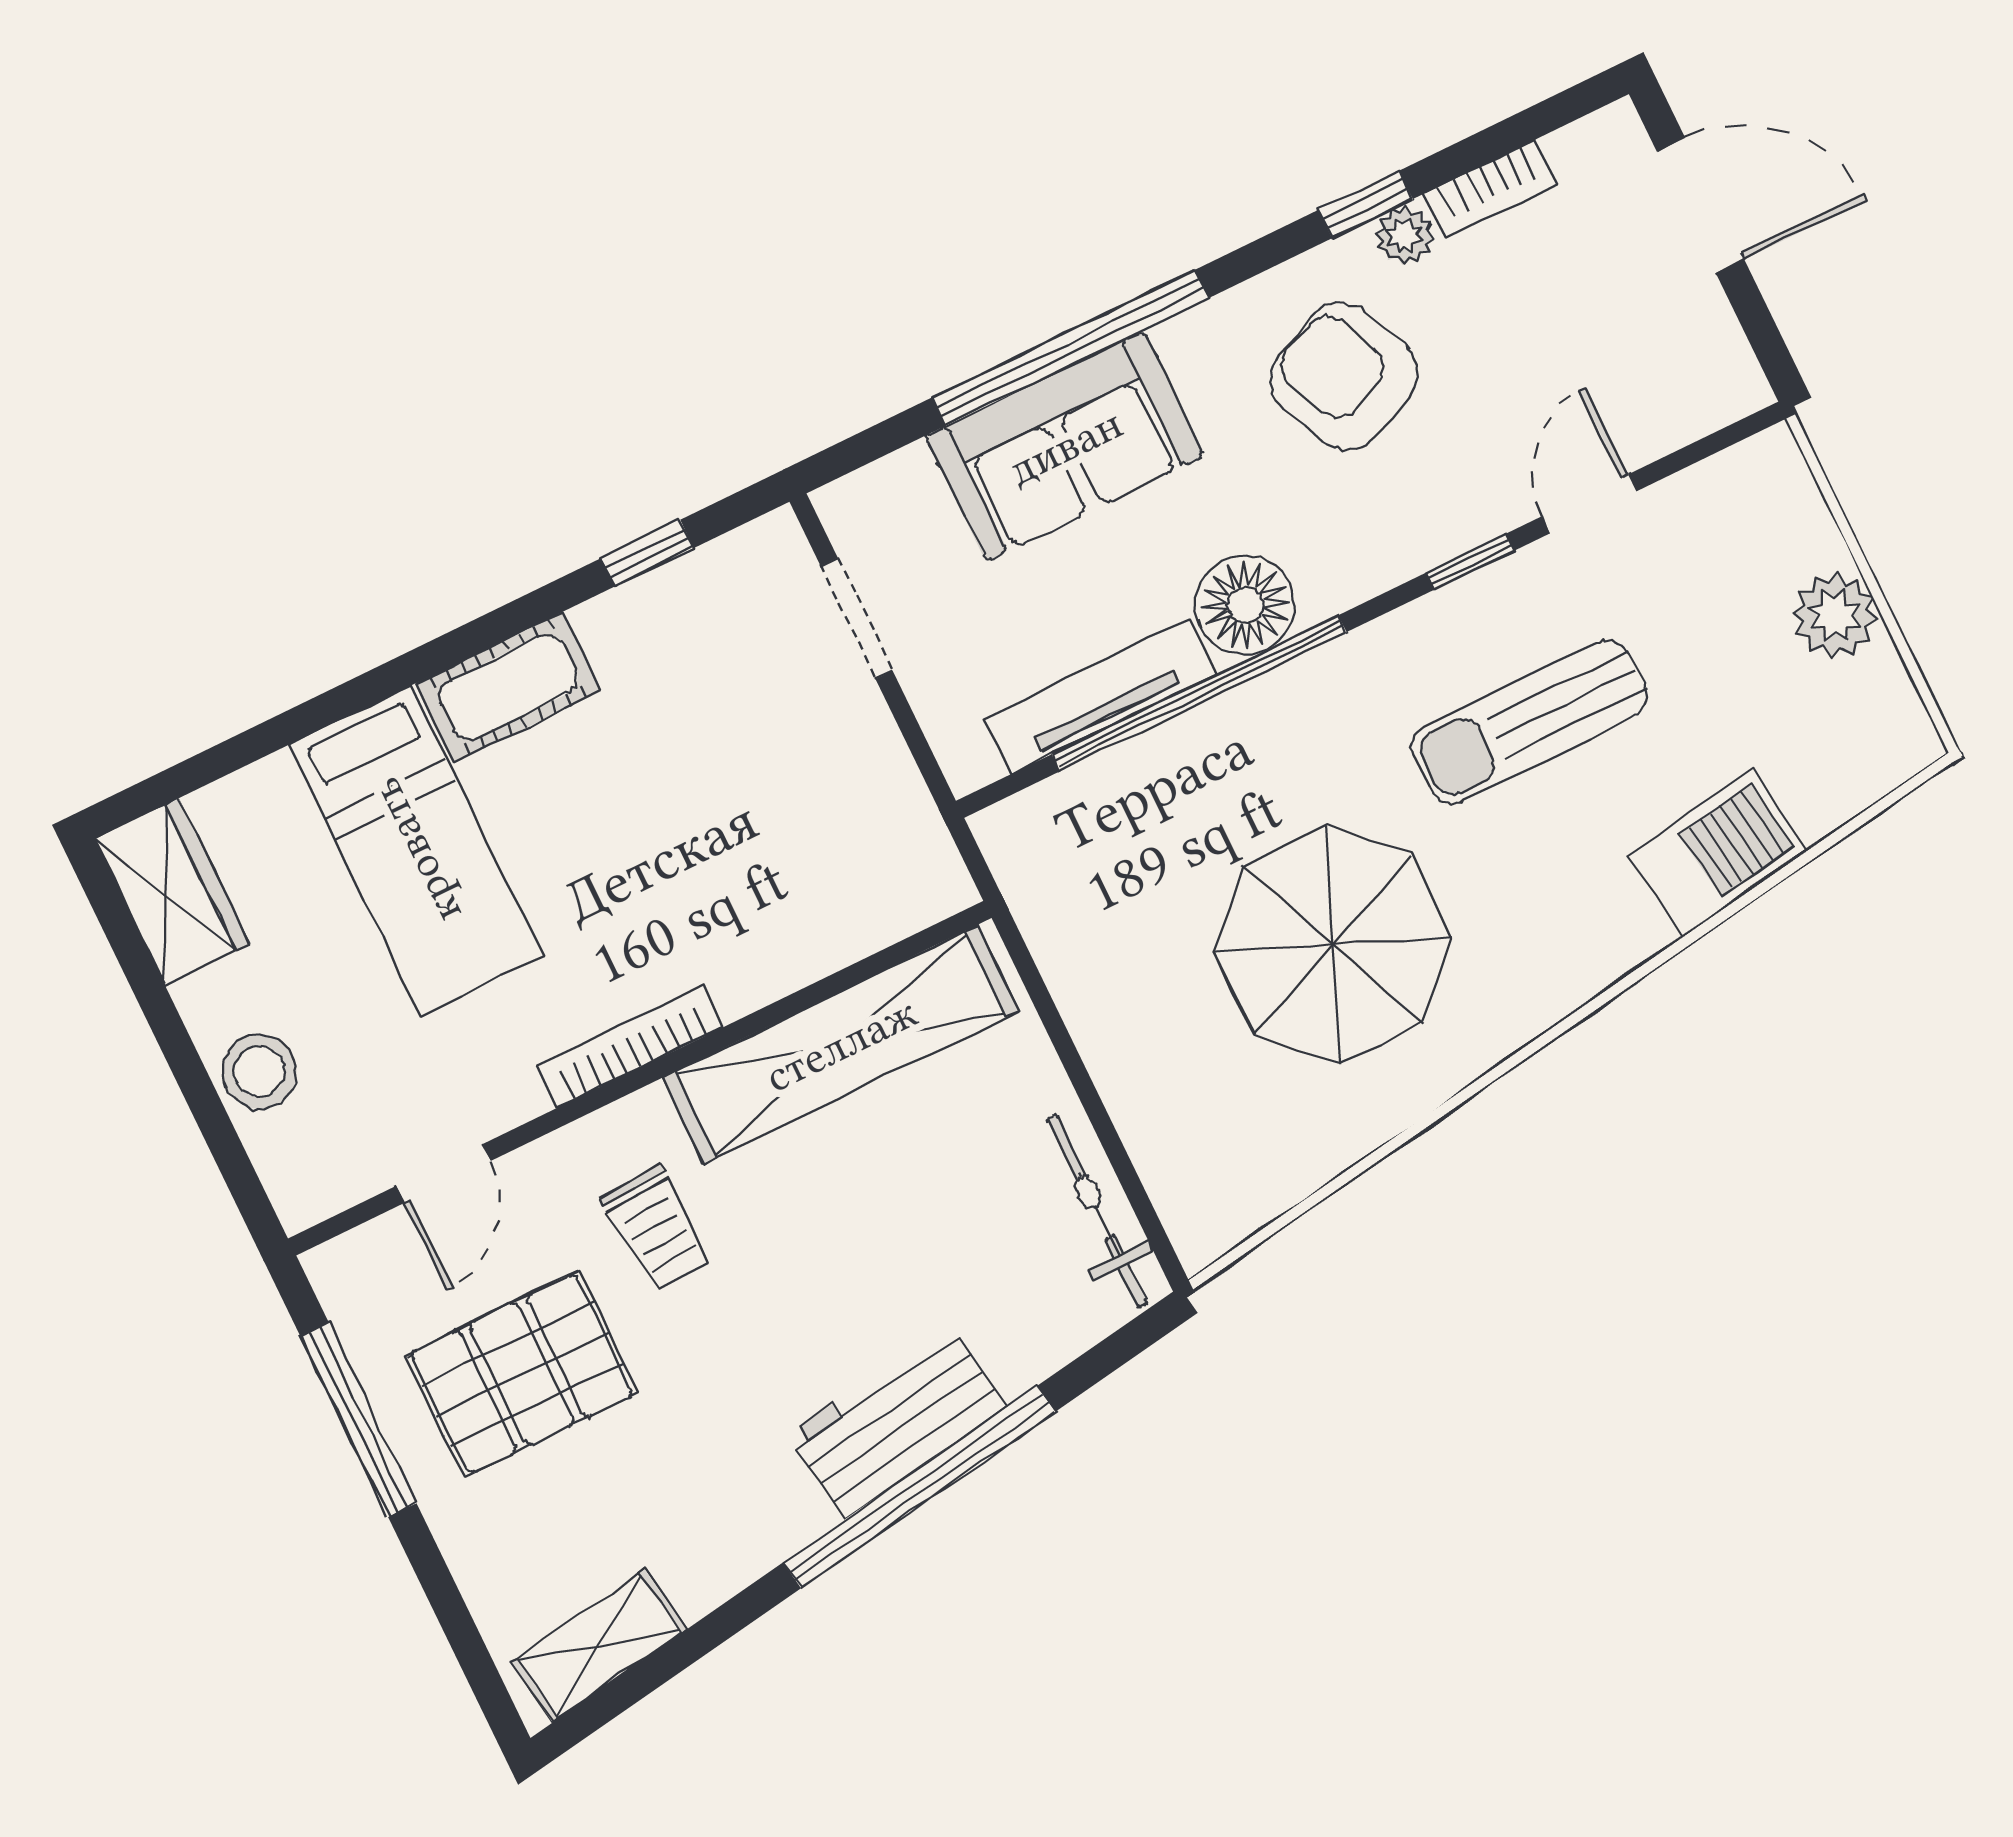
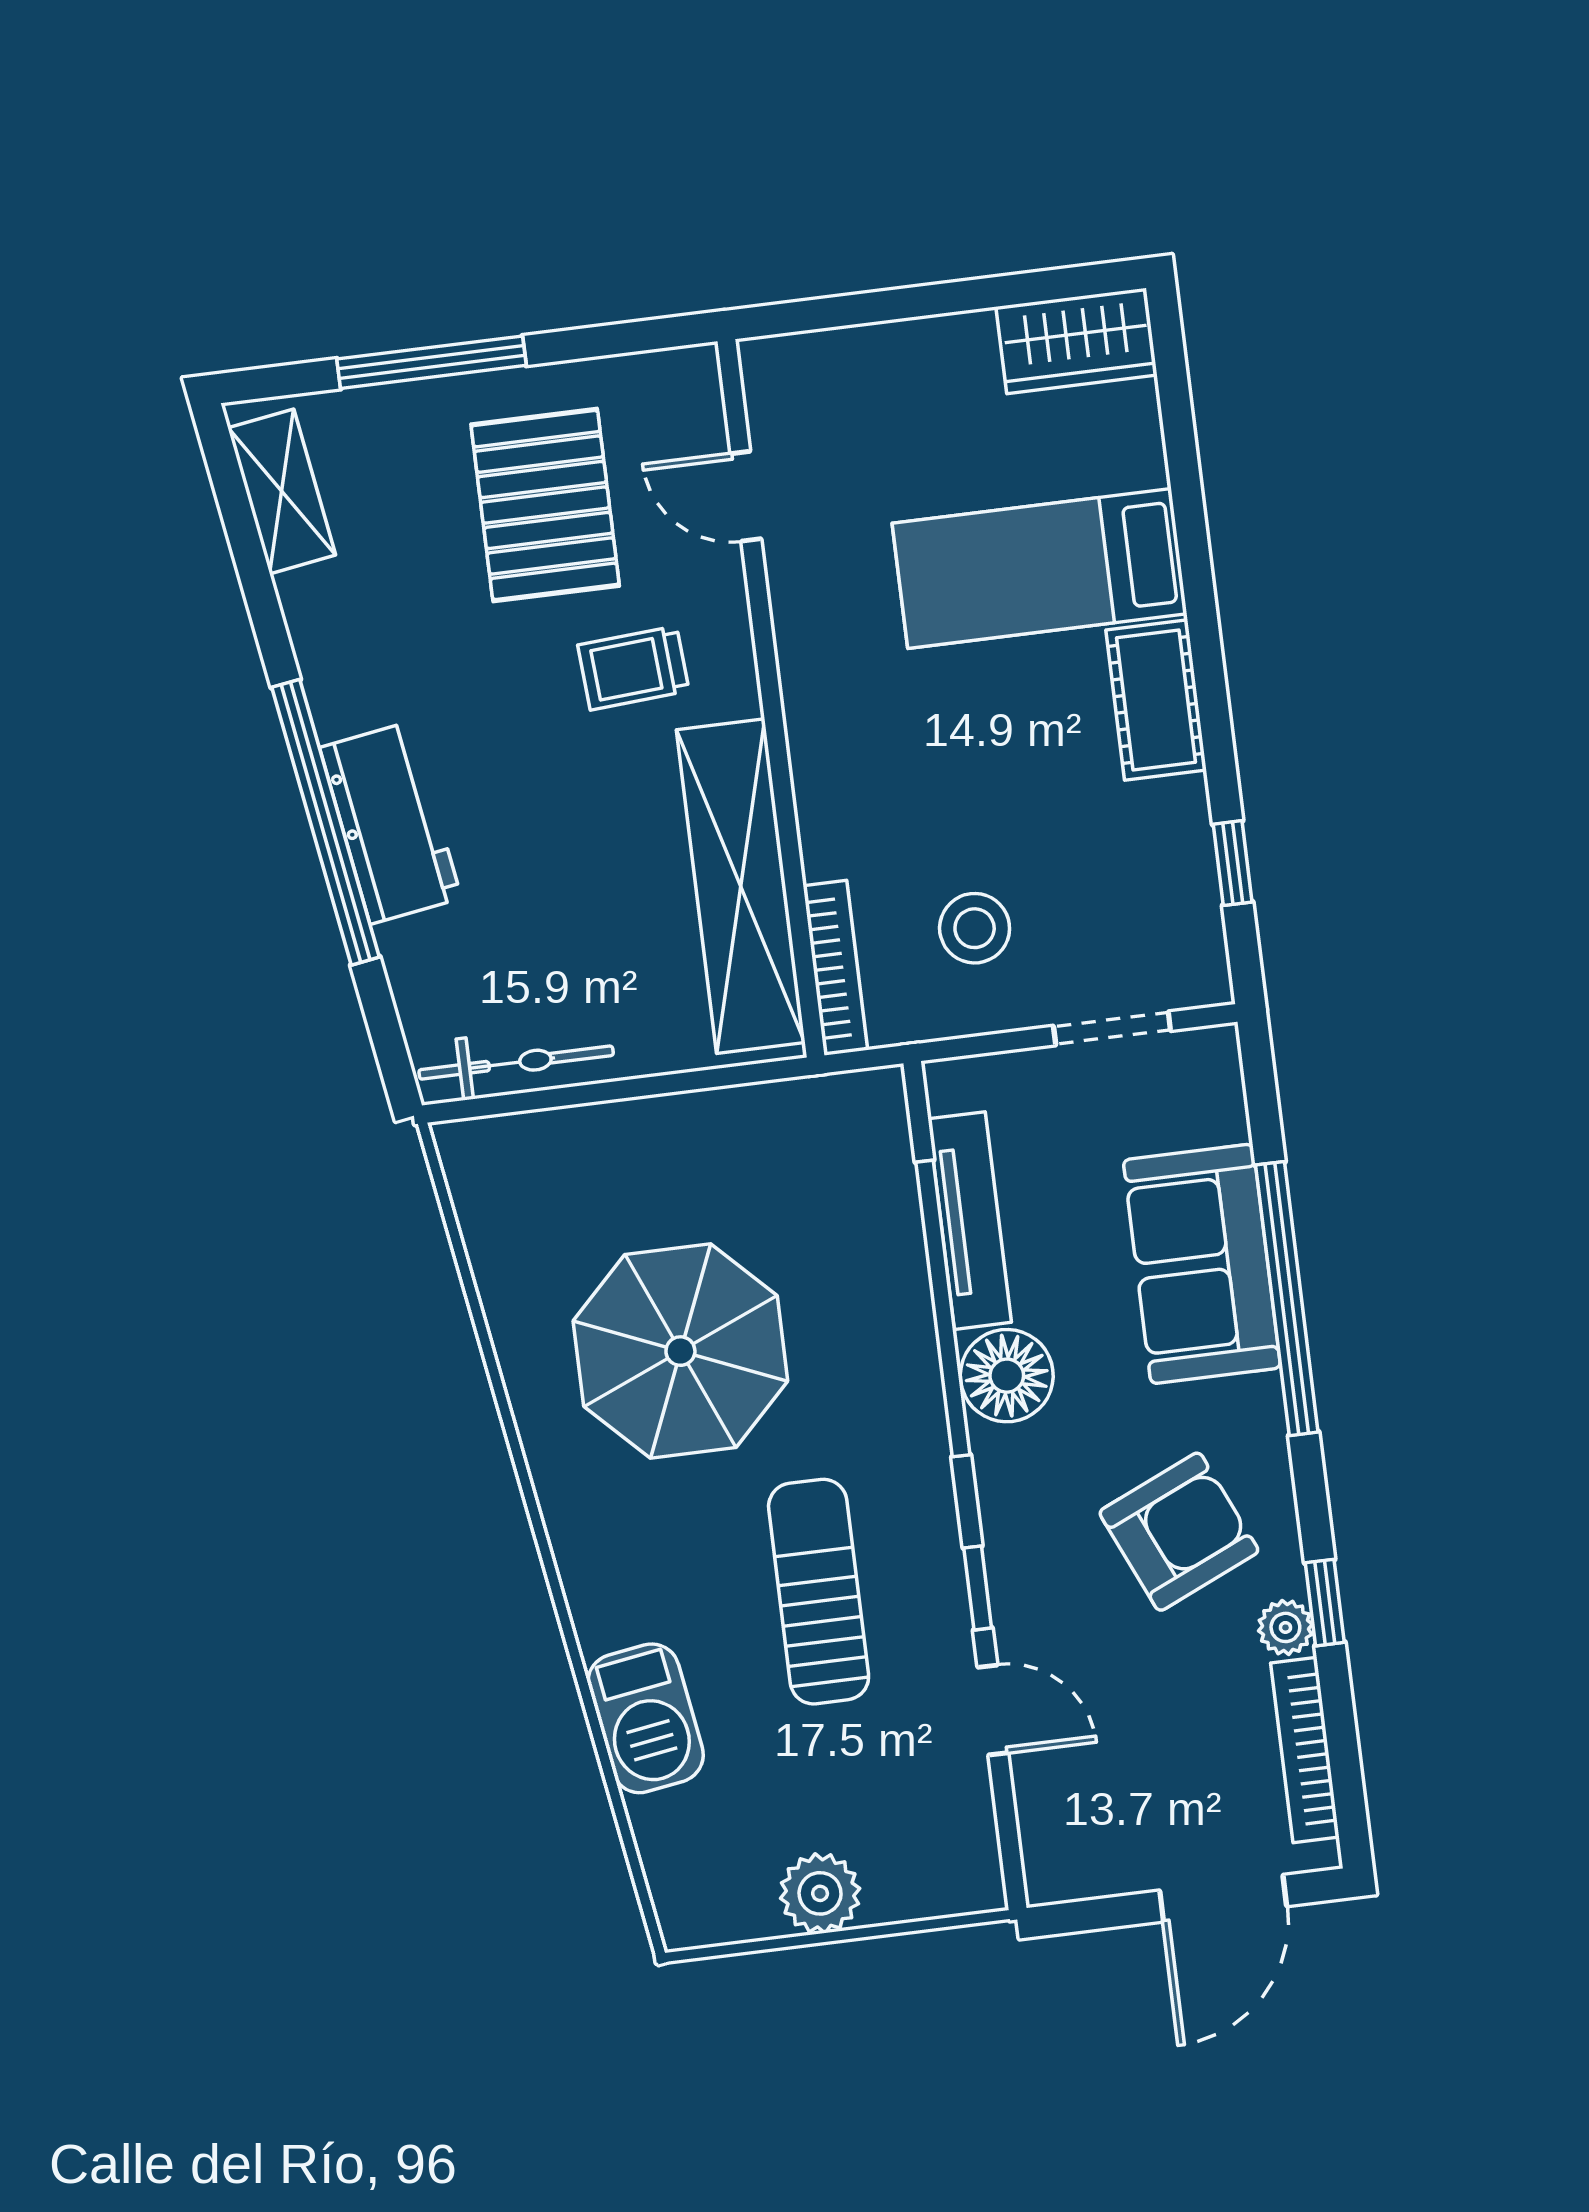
bookcase: (1490, 189) -> (1305, 1750), width x1.56
bookcase: (630, 1046) -> (835, 968), moved
stool: (259, 1071) -> (975, 928), moved
window: (358, 1420) -> (431, 362), moved

